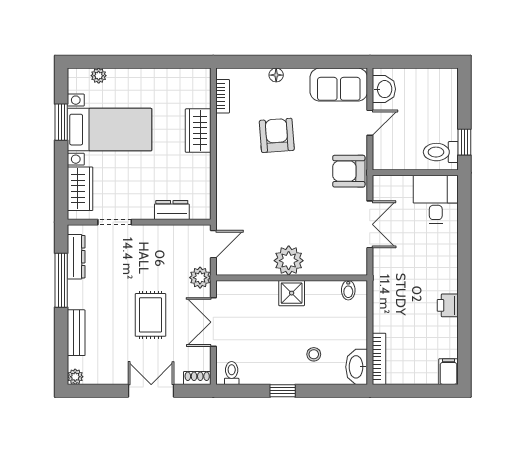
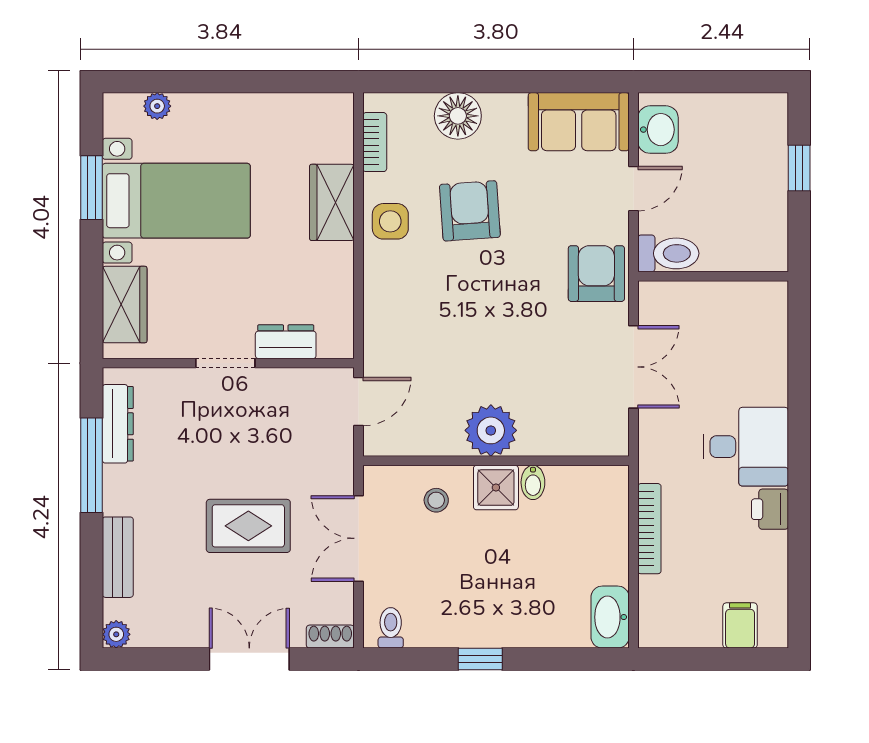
floor lamp: (276, 75) -> (458, 116), width x1.89, depth x1.89
side table: (231, 141) -> (390, 221), added
window: (464, 142) -> (799, 168), moved
toilet: (441, 152) -> (668, 253), moved, turned 180
armchair: (349, 171) -> (596, 274), turned 90
desk: (436, 199) -> (746, 447), moved, turned 90
doorway: (115, 222) -> (225, 363), moved
plant: (200, 278) -> (335, 460), removed
bidet: (348, 290) -> (533, 482), moved
rug: (150, 315) -> (248, 526), turned 90
stool: (314, 354) -> (436, 500), moved
bookcase: (379, 359) -> (649, 529), moved
filing cabinet: (448, 372) -> (740, 625), moved

